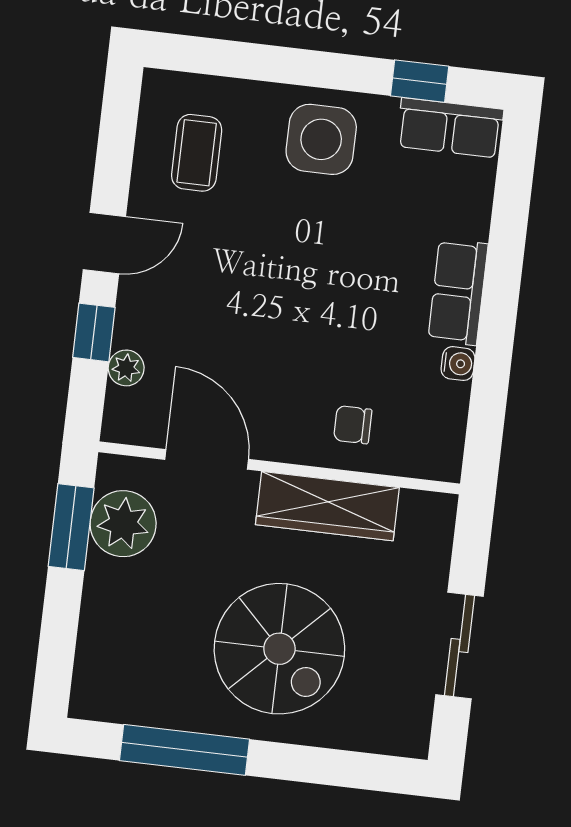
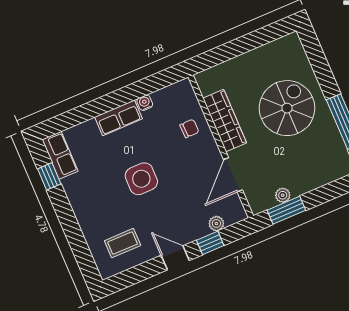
side table: (321, 139) -> (141, 179), moved
chair: (353, 425) -> (189, 128), turned -91
plant: (123, 524) -> (283, 195), width x0.53, depth x0.53
sliding door: (459, 646) -> (248, 43), removed

